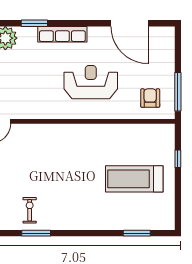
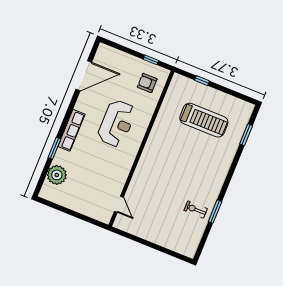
reception desk: (91, 82) -> (117, 123), turned 180
window: (178, 92) -> (151, 60), width x0.46
treadmill: (134, 179) -> (204, 120), turned -90

